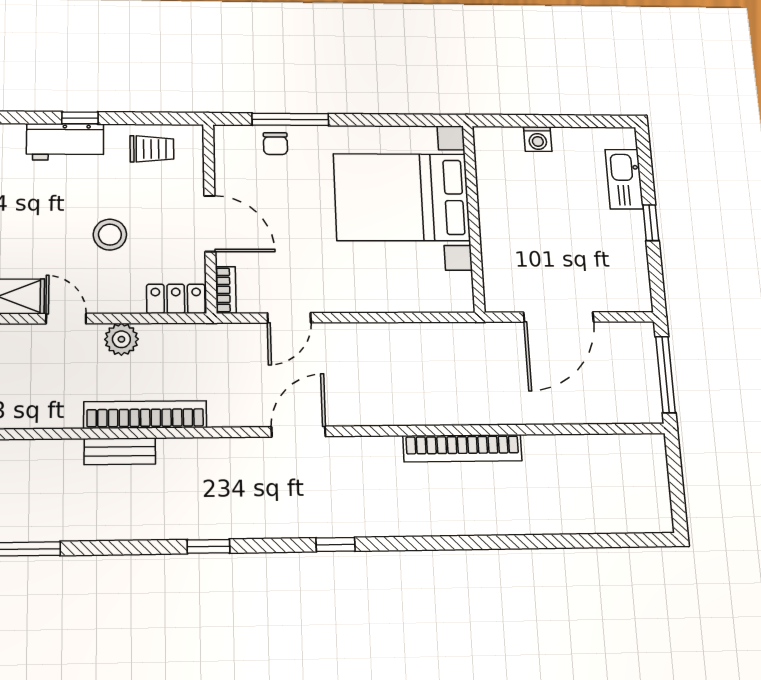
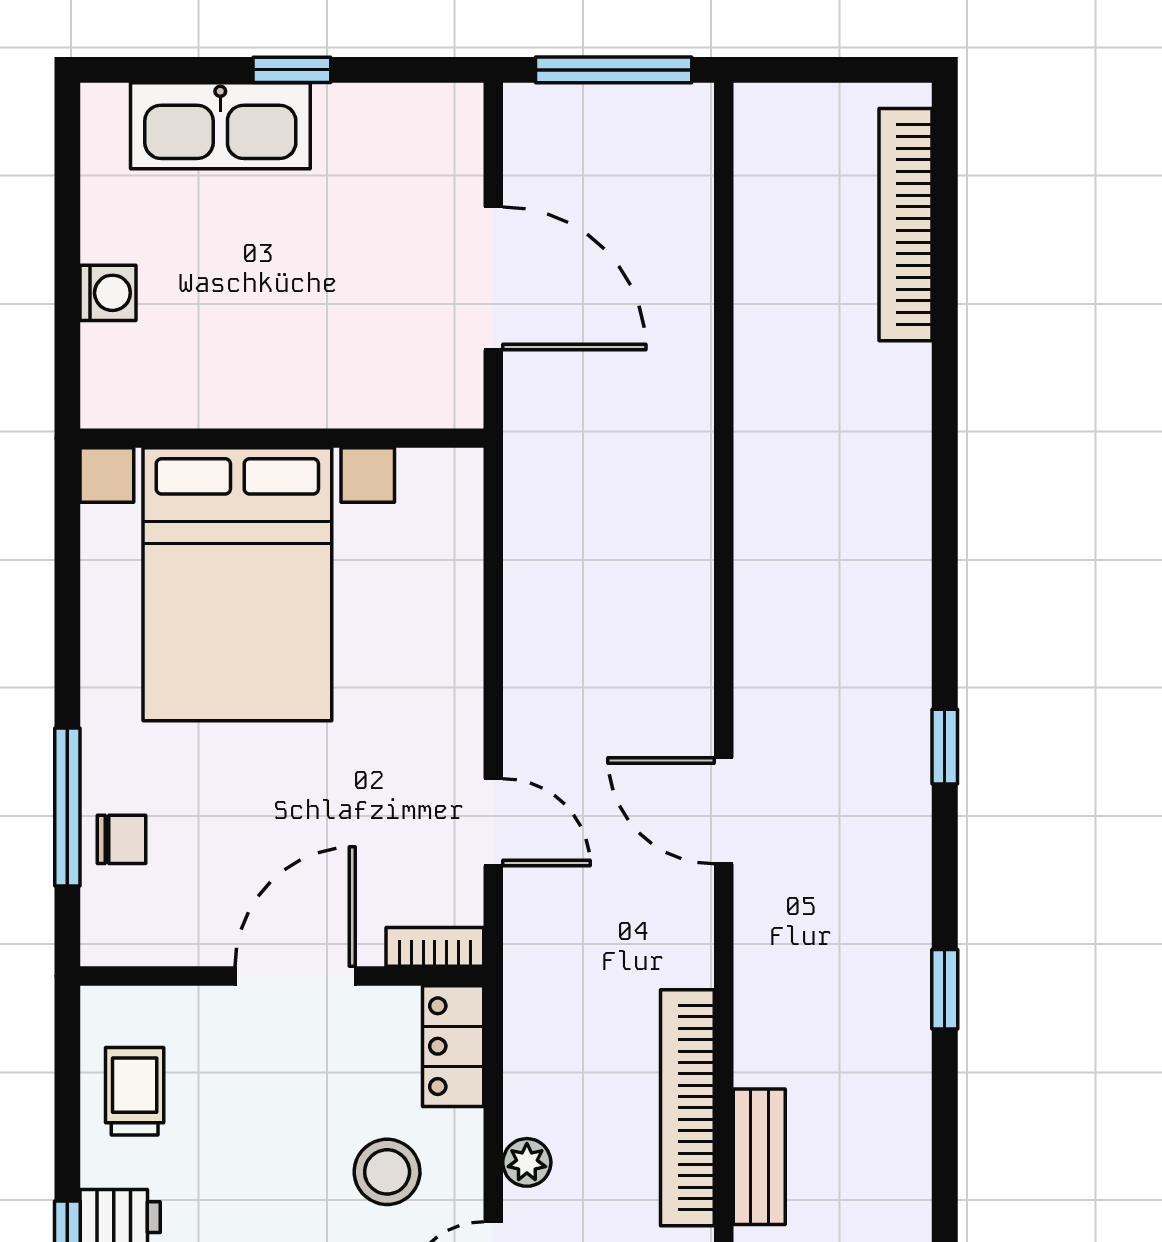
kitchen sink: (624, 179) -> (220, 126), width x1.36, depth x1.24
stool: (110, 235) -> (387, 1172), moved
plant: (121, 339) -> (527, 1162), width x0.73, depth x0.73
bookcase: (462, 448) -> (906, 225), moved, turned 180

